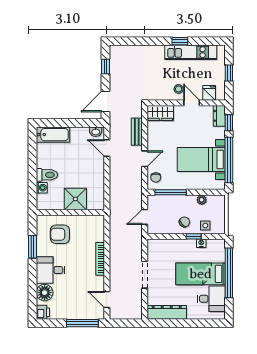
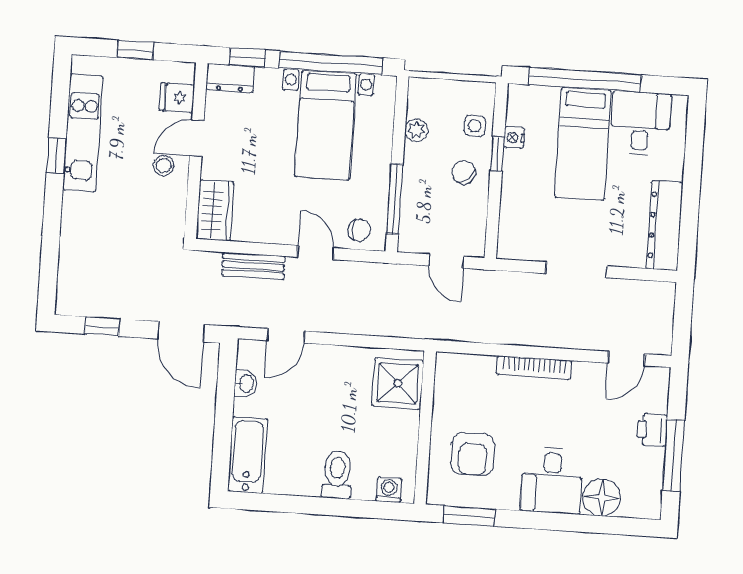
washbasin: (96, 132) -> (246, 383), moved
washing machine: (42, 188) -> (389, 490), moved
shower: (75, 199) -> (398, 383), moved
window: (32, 247) -> (469, 516), moved
printer: (43, 312) -> (652, 430), moved, turned -90
window: (82, 323) -> (674, 455), moved

